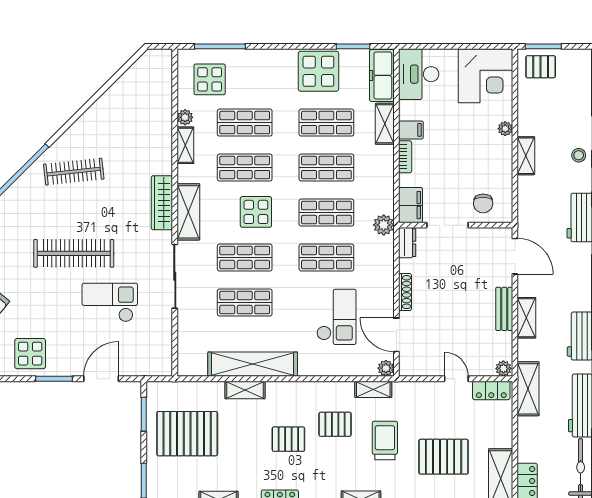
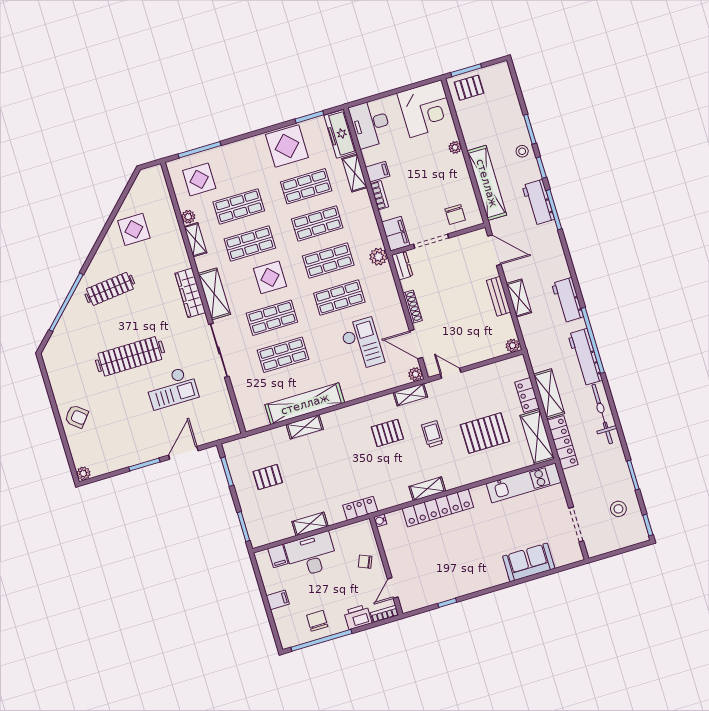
shelving: (526, 156) -> (487, 183), width x2.20, depth x1.33
checkout: (110, 302) -> (172, 388), turned 180
display table: (30, 354) -> (134, 229), moved
door: (456, 379) -> (451, 373), moved
shelving: (528, 389) -> (549, 394), moved
locker: (491, 390) -> (527, 395), moved, turned 90
pallet: (187, 434) -> (268, 477), width x0.49, depth x0.50
pallet: (288, 439) -> (353, 457), removed
trolley: (385, 440) -> (432, 434), width x0.73, depth x0.72

